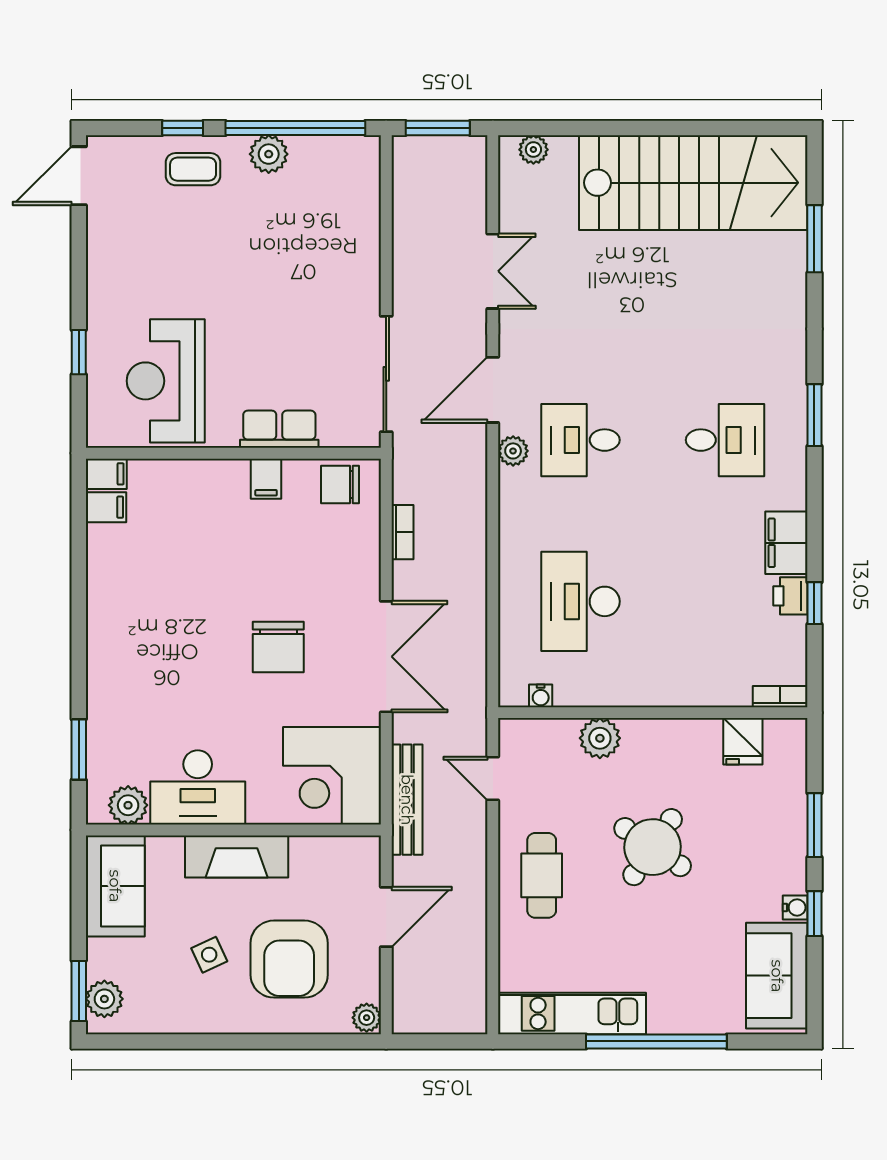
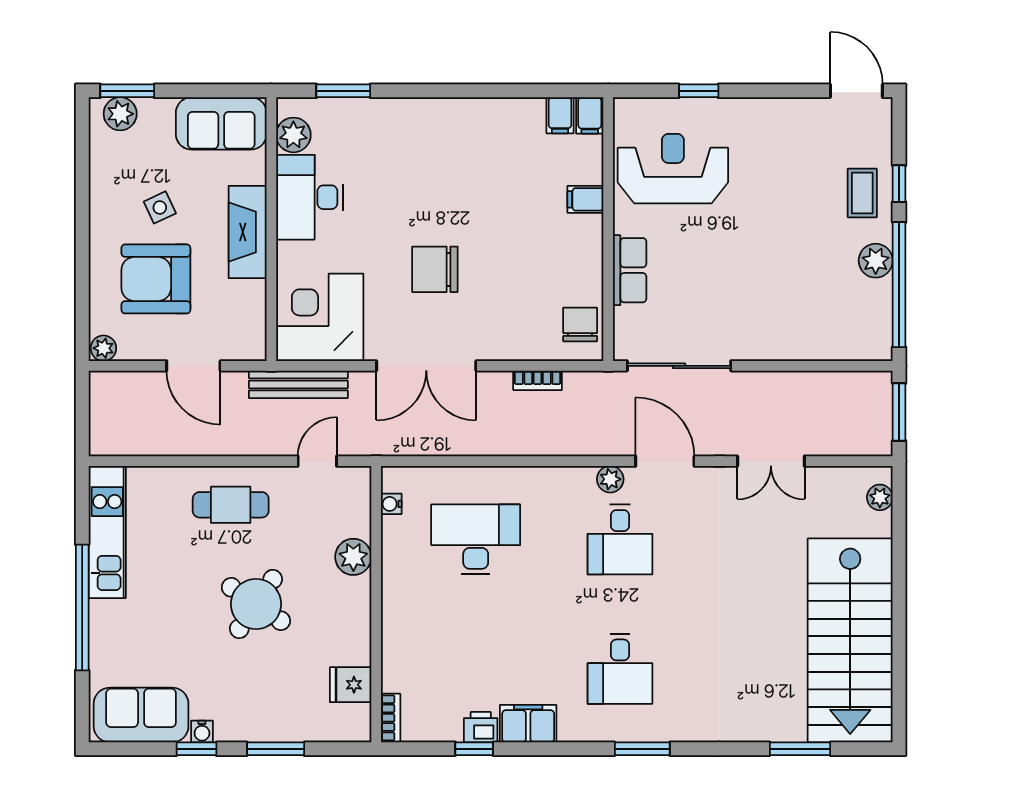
desk: (580, 440) -> (620, 539), turned 180
filing cabinet: (266, 479) -> (585, 199), moved

